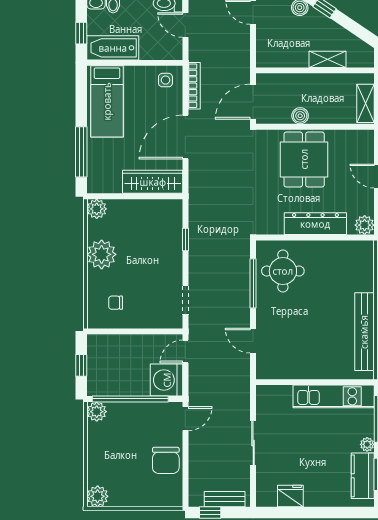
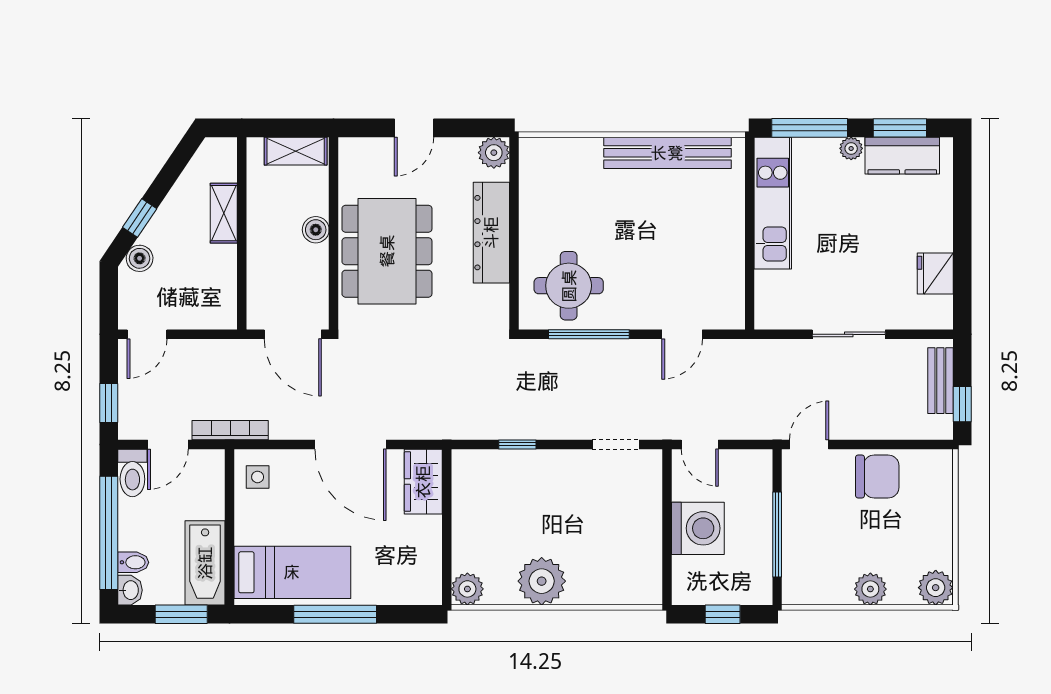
window: (81, 33) -> (181, 614), width x1.50
bookcase: (194, 86) -> (230, 430), moved
boiler: (300, 116) -> (316, 230), moved
window: (81, 152) -> (335, 614), moved
dining table: (304, 159) -> (387, 251), width x1.38
wardrobe: (153, 182) -> (423, 482), width x0.67
chair: (116, 303) -> (620, 558), removed
washing machine: (167, 380) -> (698, 528), moved, turned -90
window: (130, 399) -> (777, 535), width x0.68
plant: (97, 412) -> (870, 589), moved
door: (185, 419) -> (809, 444), hinge flipped

